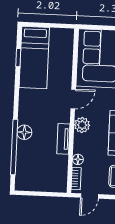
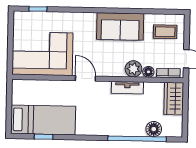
plant: (82, 125) -> (133, 69), moved
floor lamp: (24, 132) -> (154, 129), moved
wardrobe: (52, 183) -> (174, 99), added

